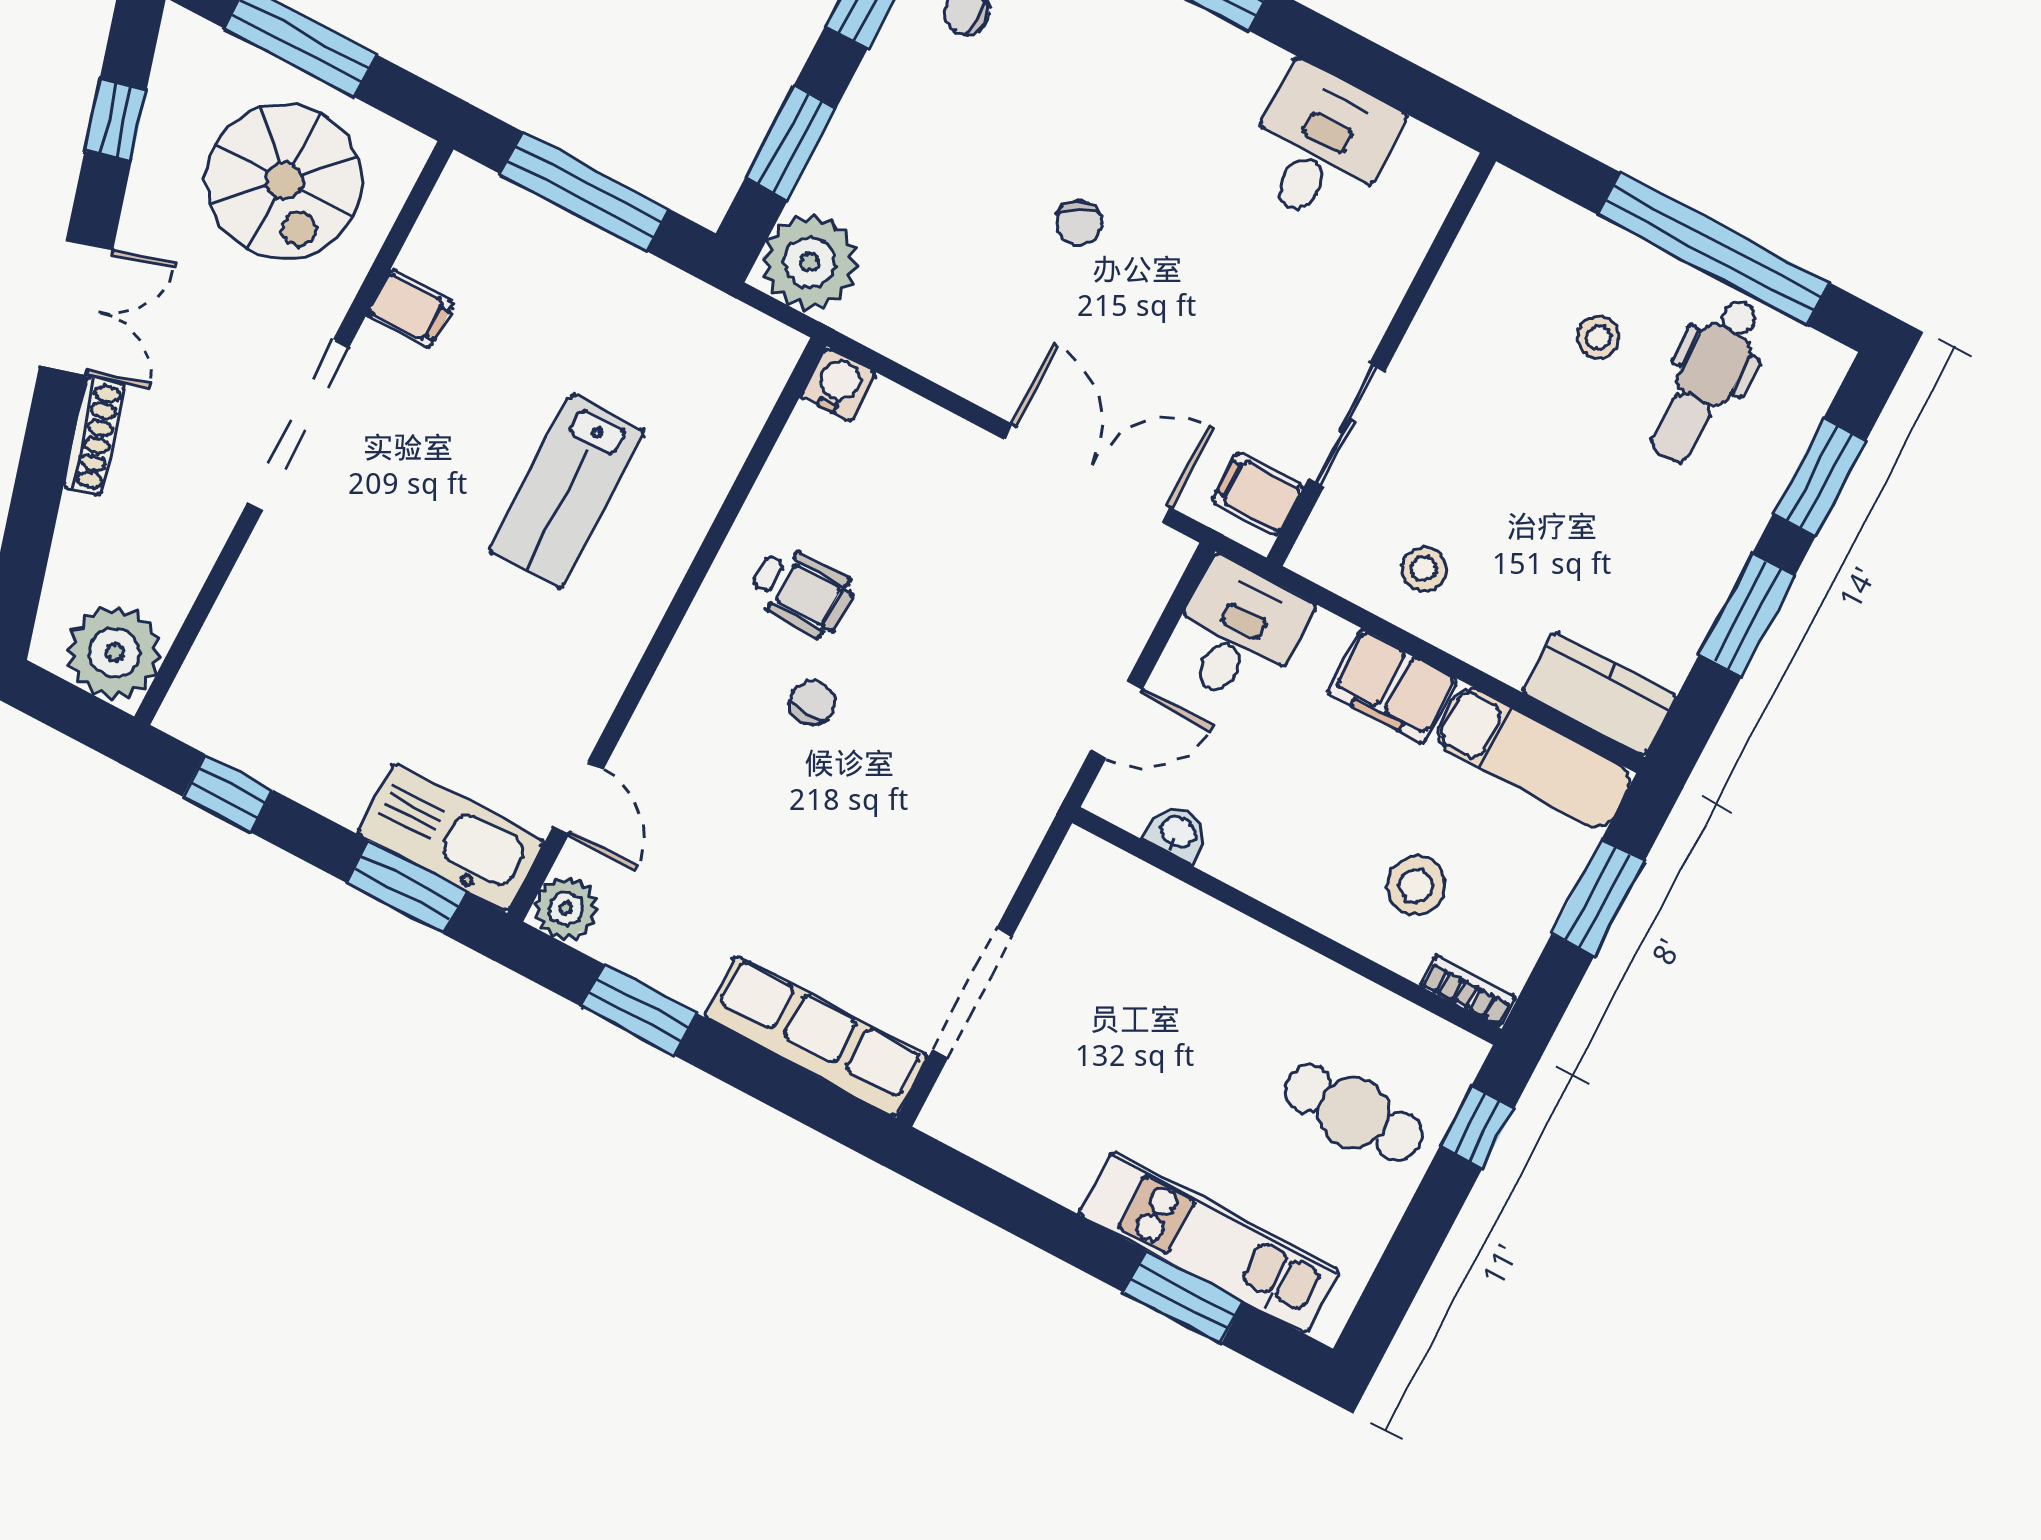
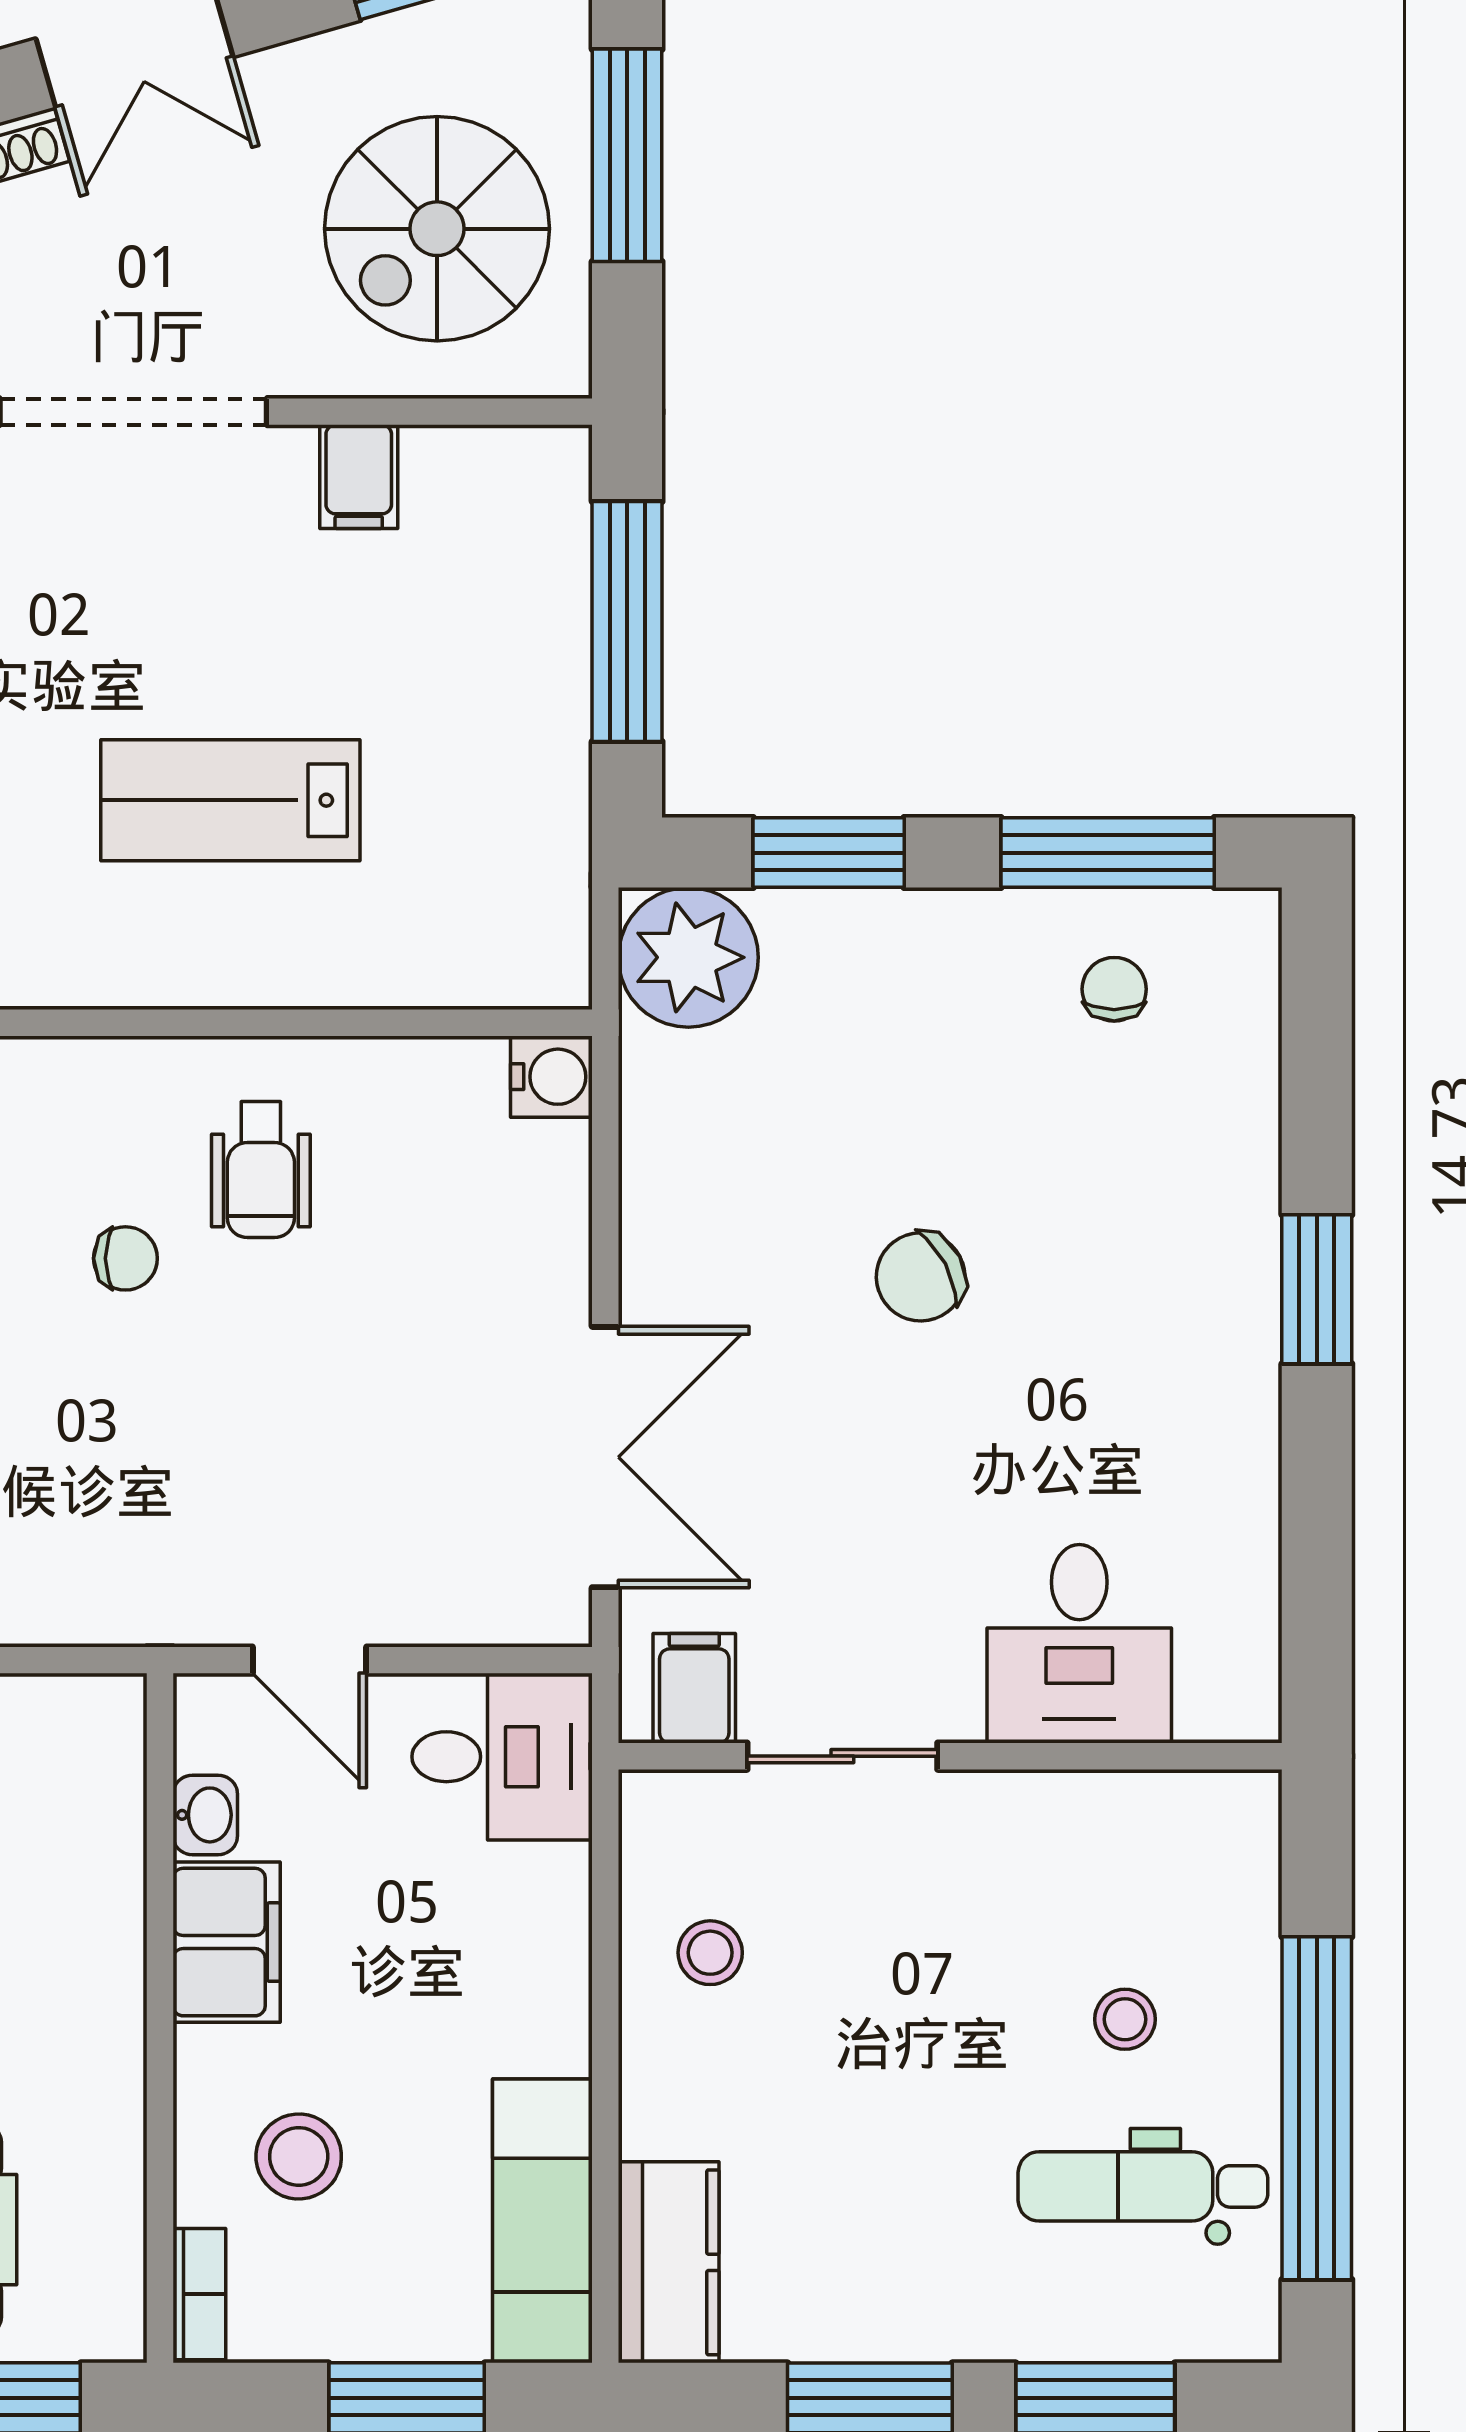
desk: (1321, 146) -> (1079, 1644), moved, turned 90
chair: (1079, 223) -> (921, 1277), width x1.37, depth x1.37
filing cabinet: (1392, 686) -> (227, 1942), moved, turned 180

